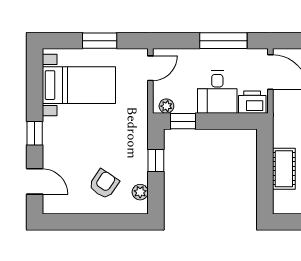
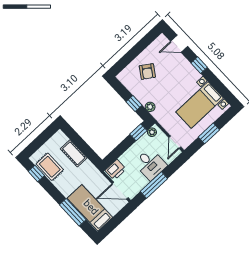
desk: (217, 92) -> (150, 164), moved, turned 180
plant: (140, 192) -> (150, 107), moved

